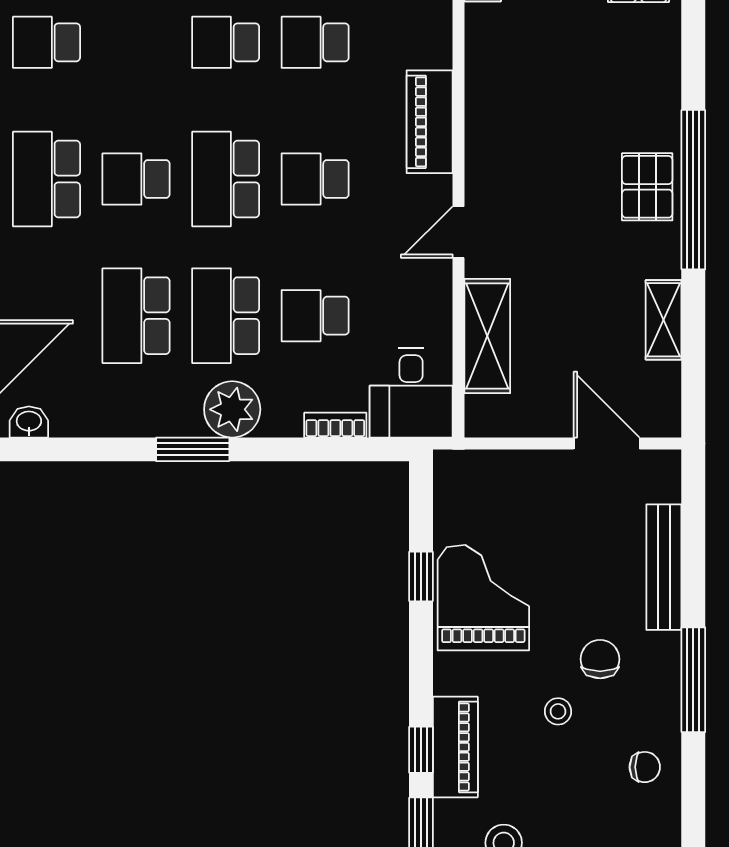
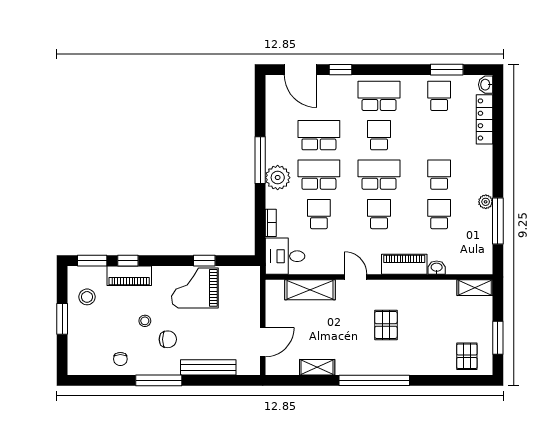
pallet: (647, 187) -> (386, 325), moved, turned 90
washbasin: (29, 422) -> (437, 268), moved, turned -90
window: (193, 449) -> (260, 160), width x1.44
grand piano: (483, 598) -> (195, 288), turned 180

